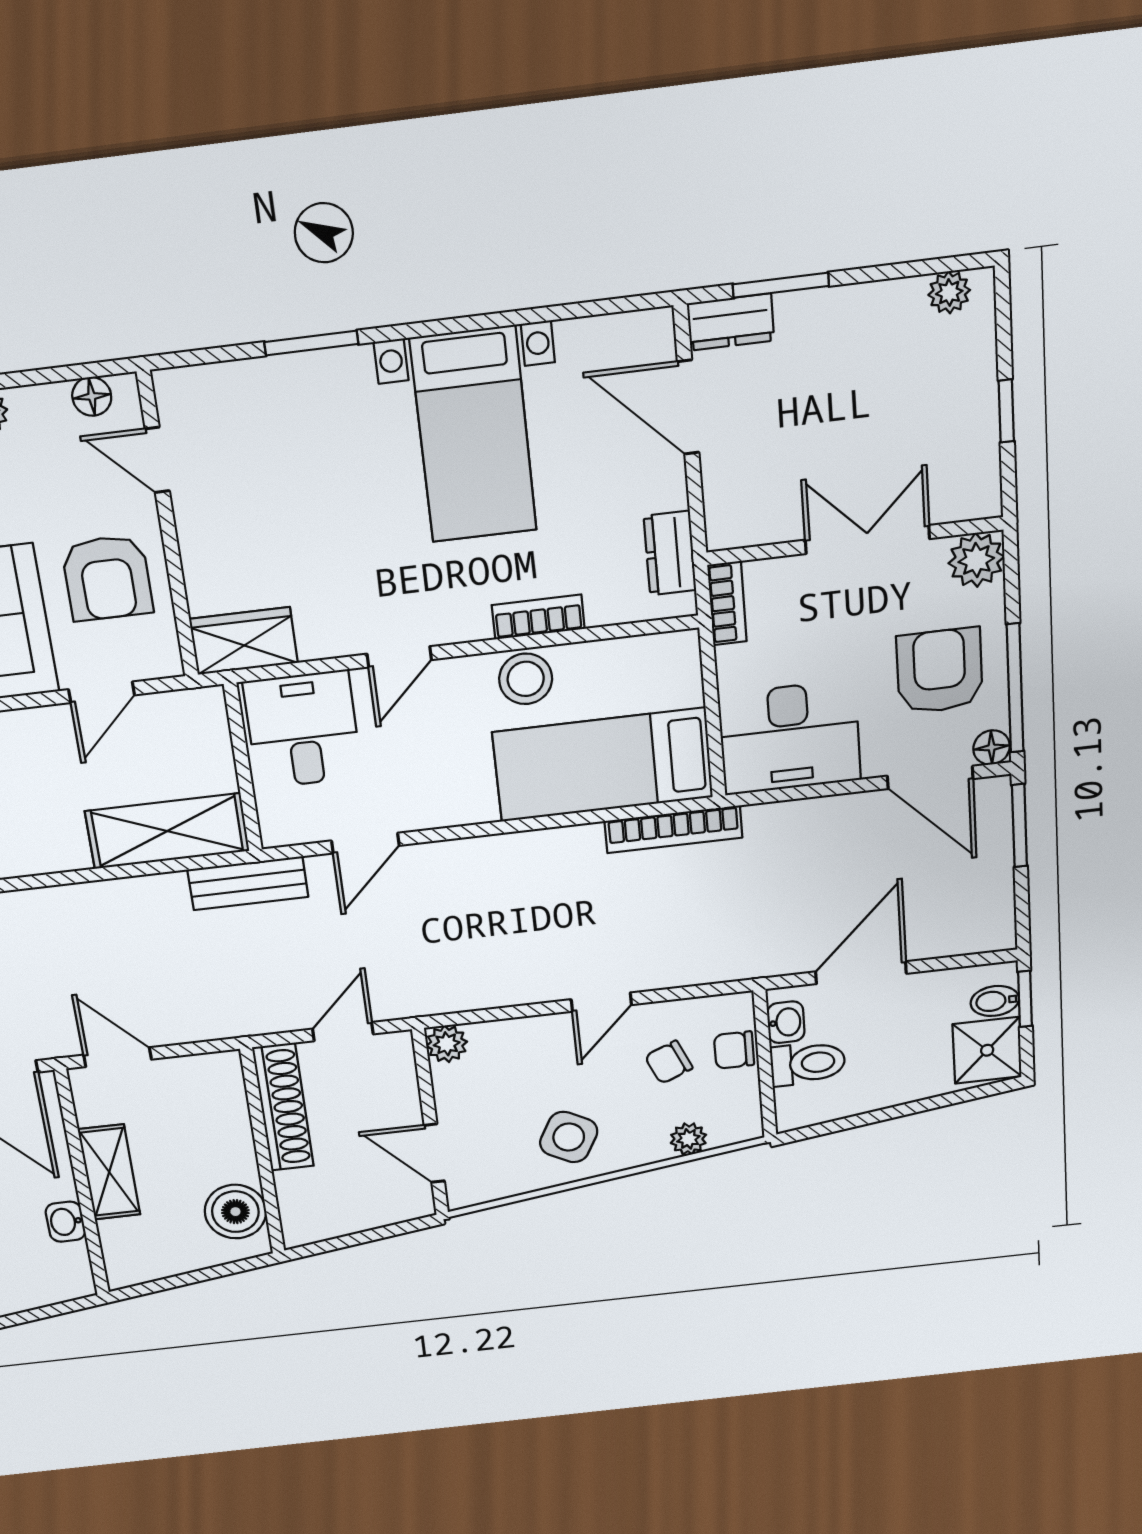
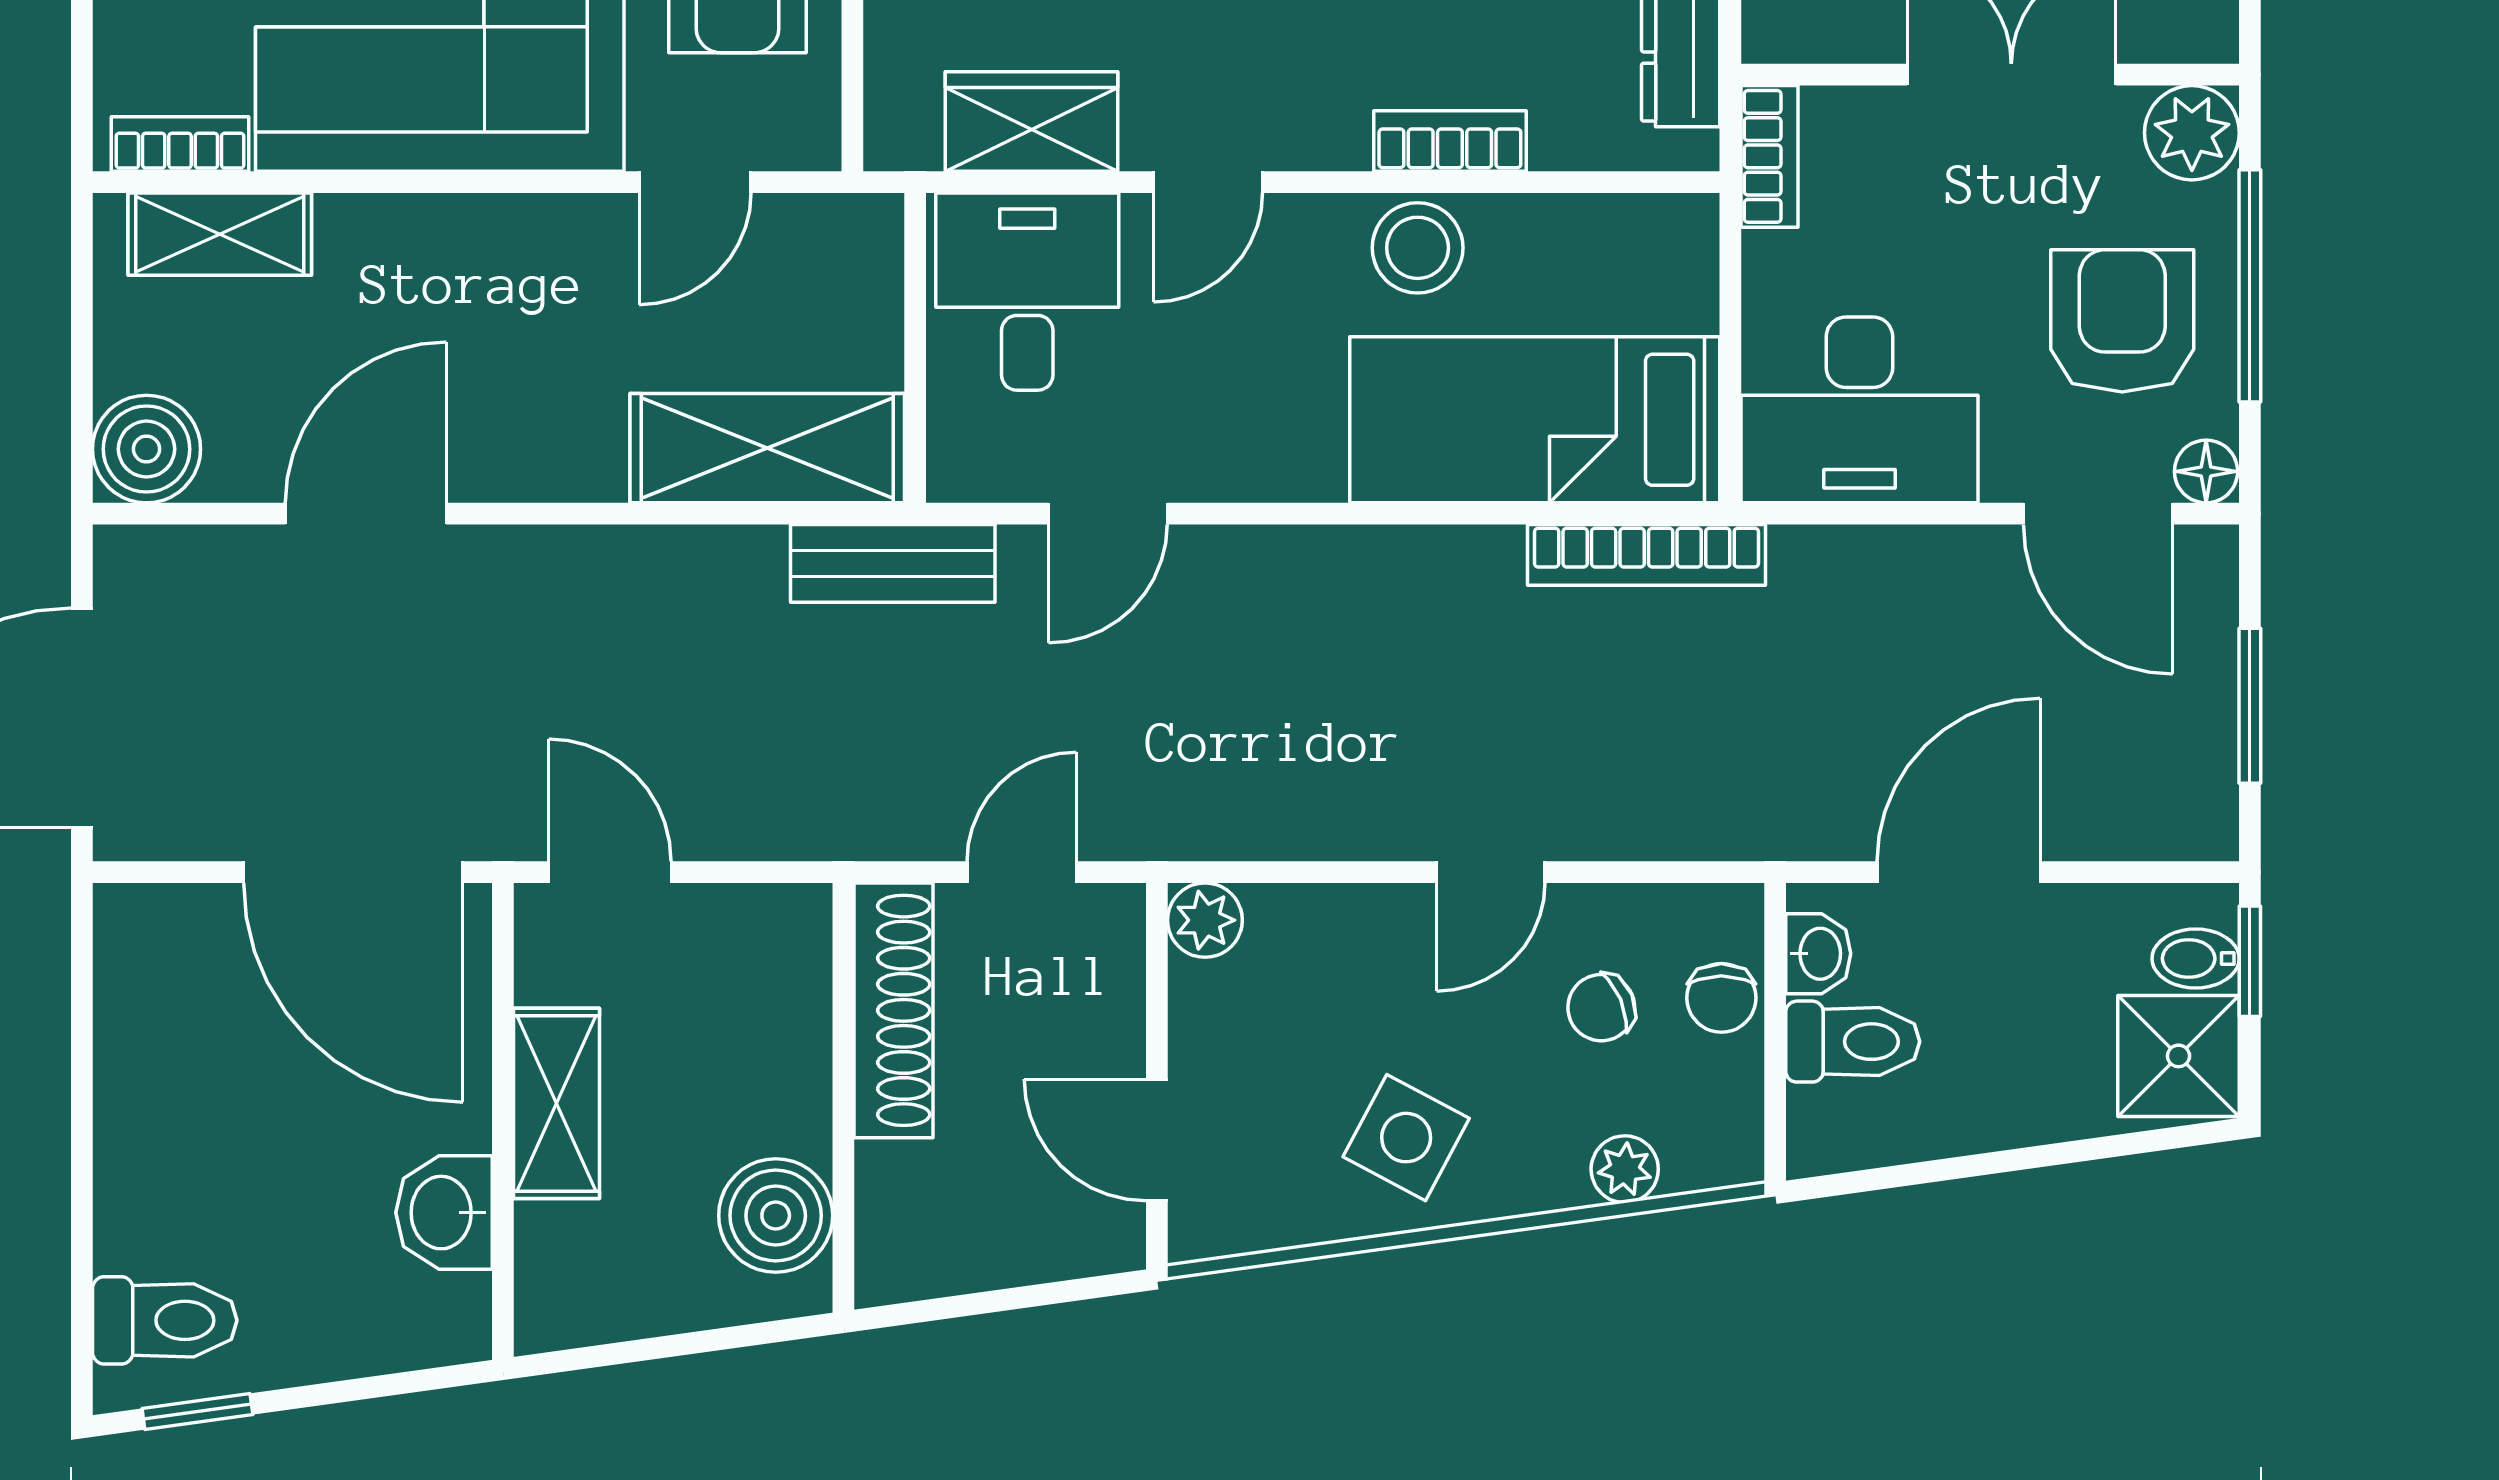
wardrobe: (244, 641) -> (1031, 122), moved
window: (1015, 688) -> (2250, 286), moved
window: (1019, 826) -> (2250, 706), moved
chair: (734, 1050) -> (1721, 998), turned -90
washbasin: (65, 1222) -> (444, 1213), width x1.38, depth x1.45

